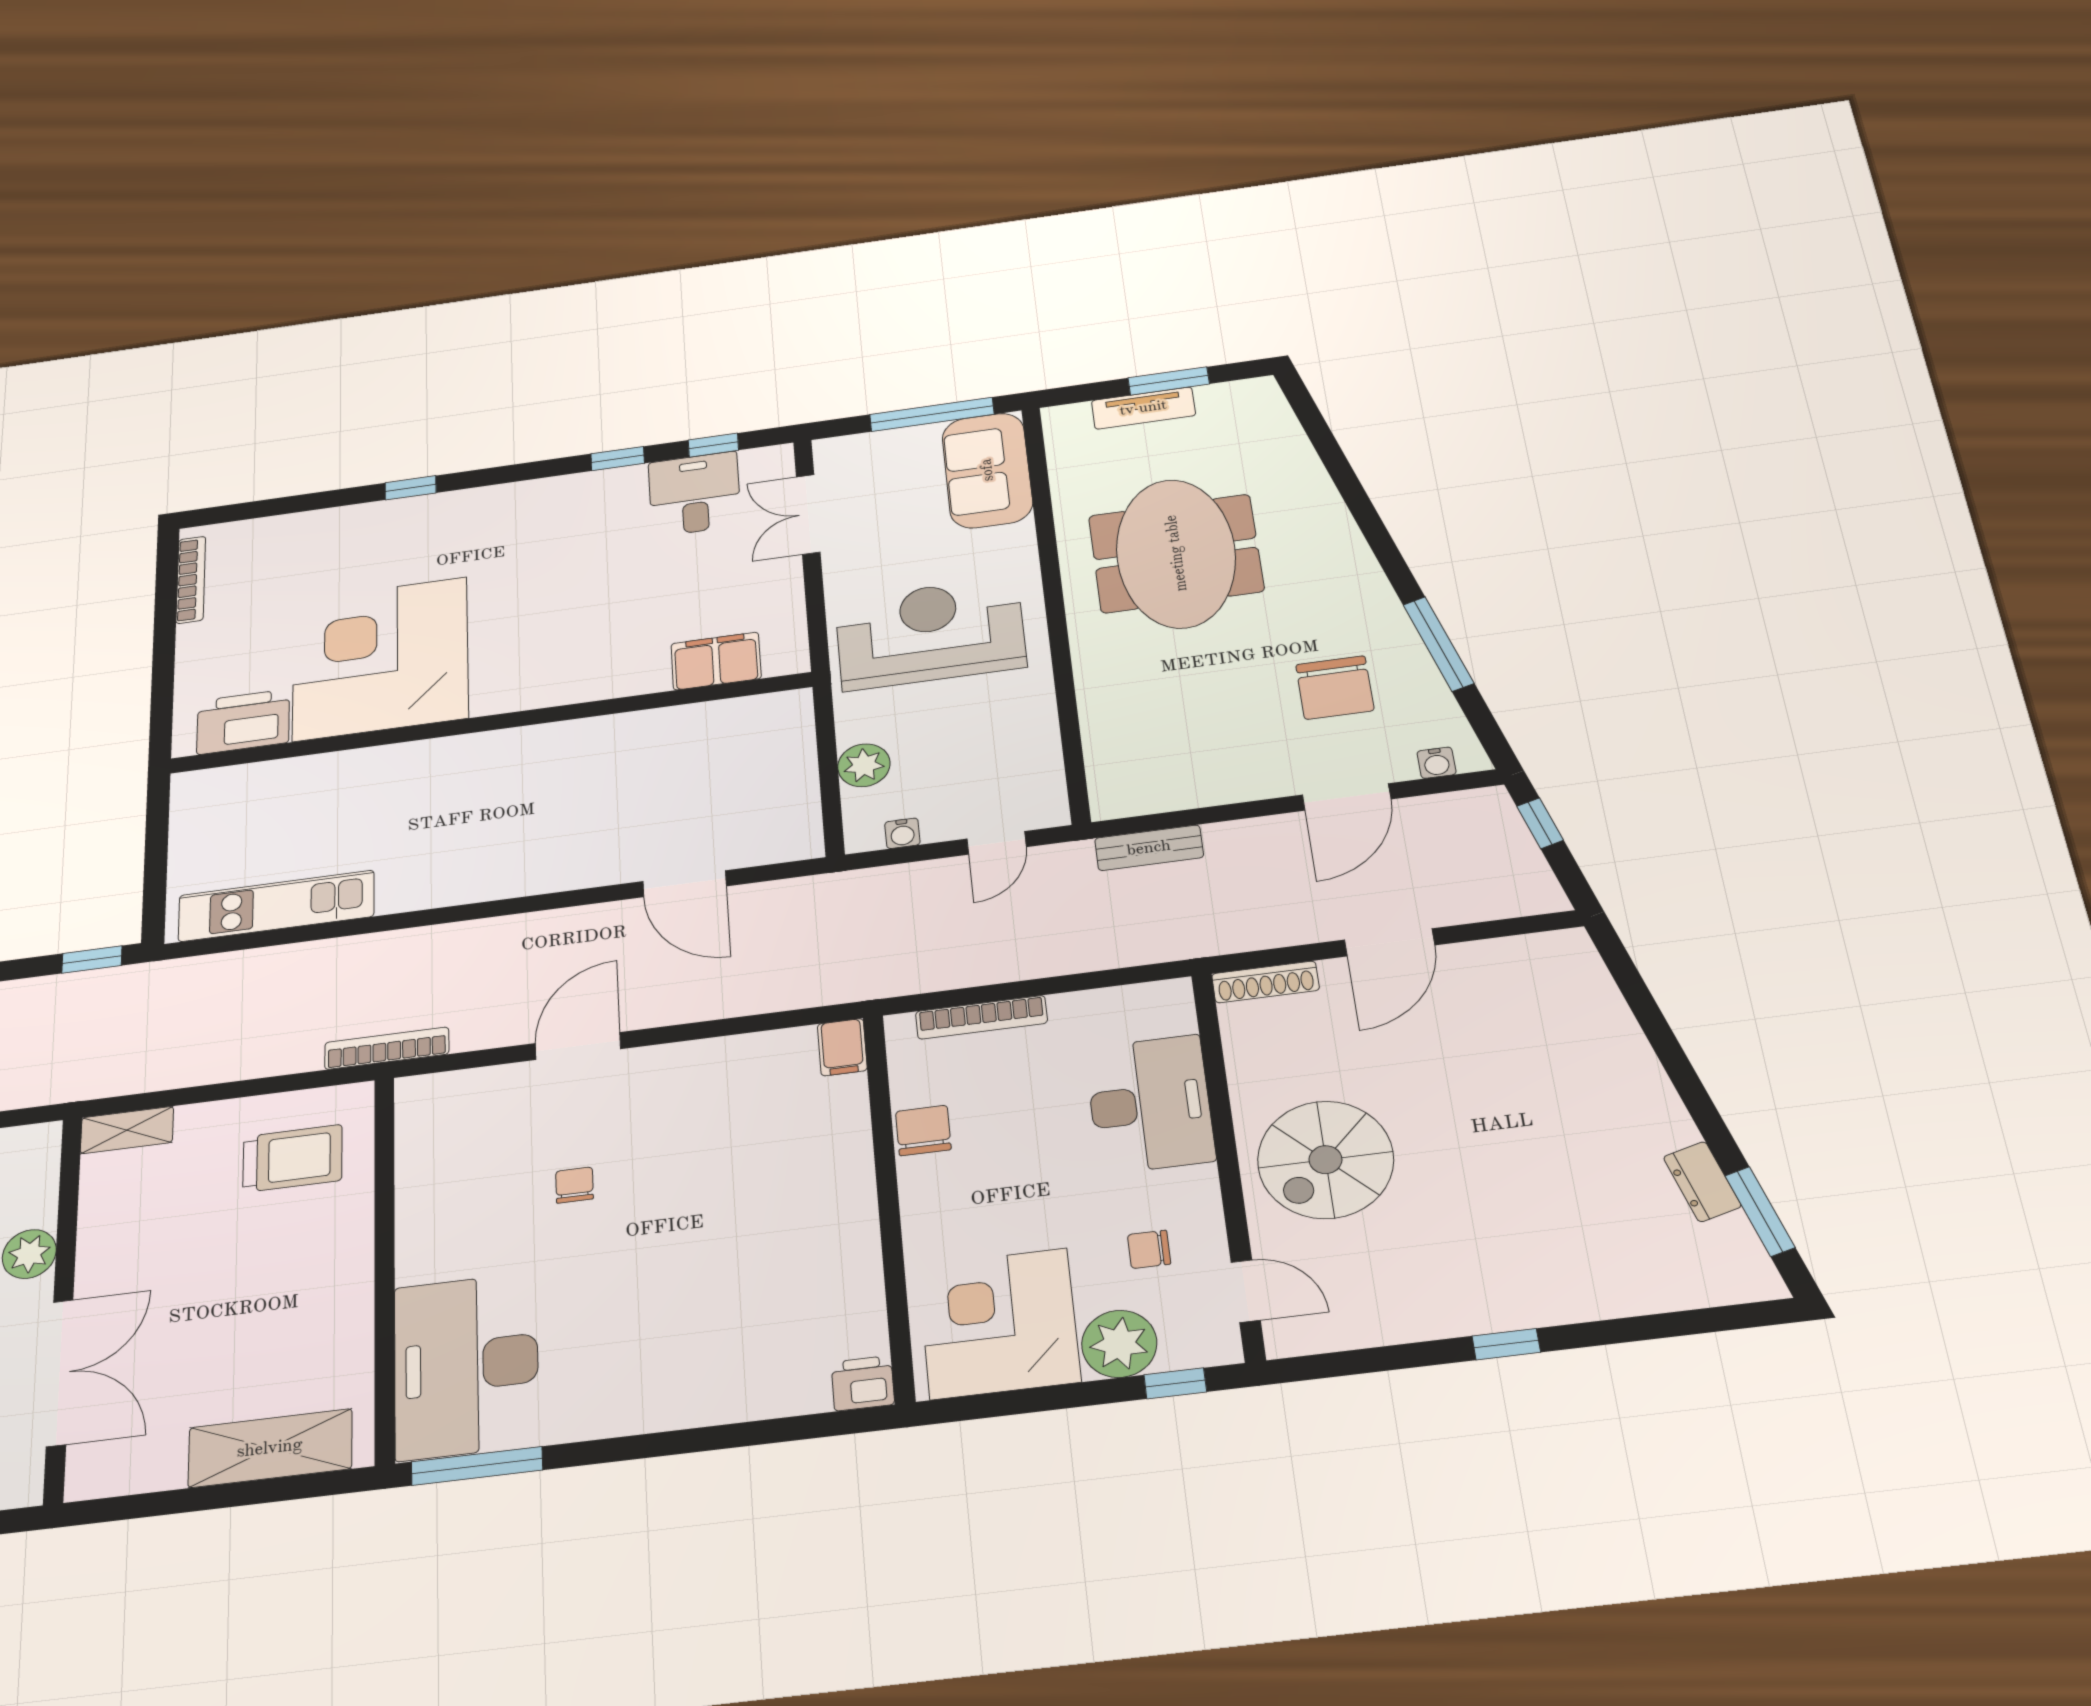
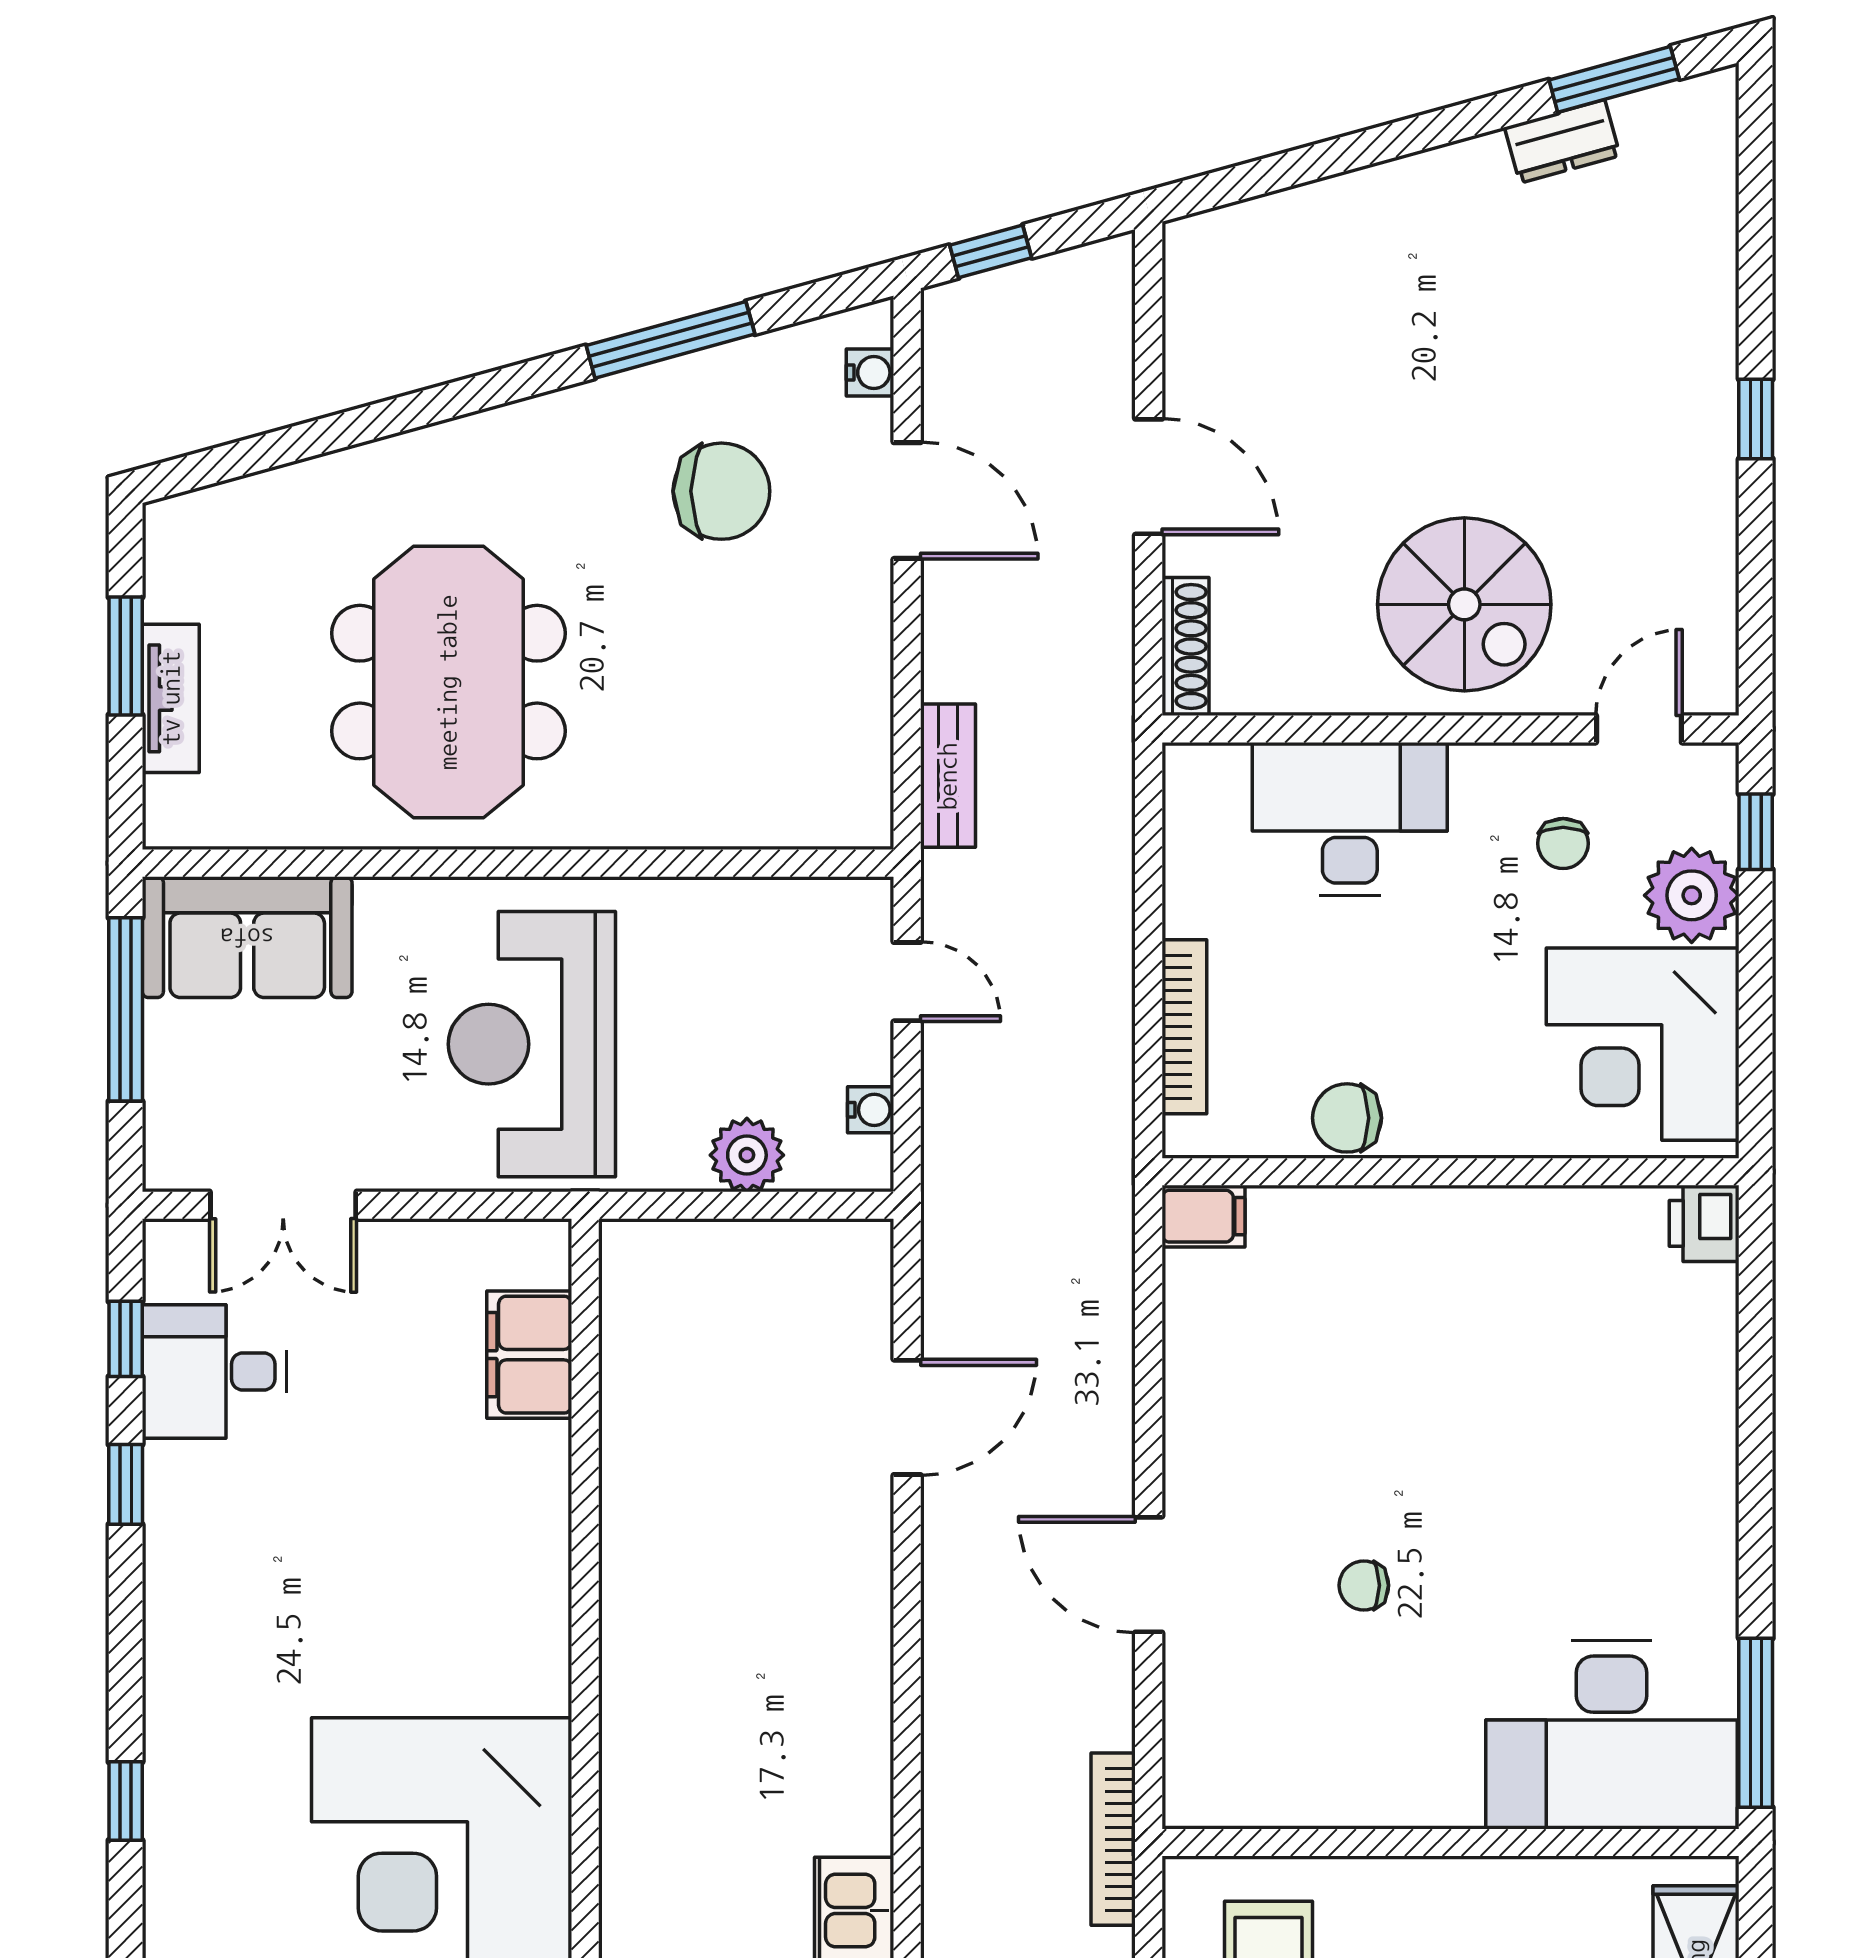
meeting table: (1176, 553) -> (448, 682), turned 90

